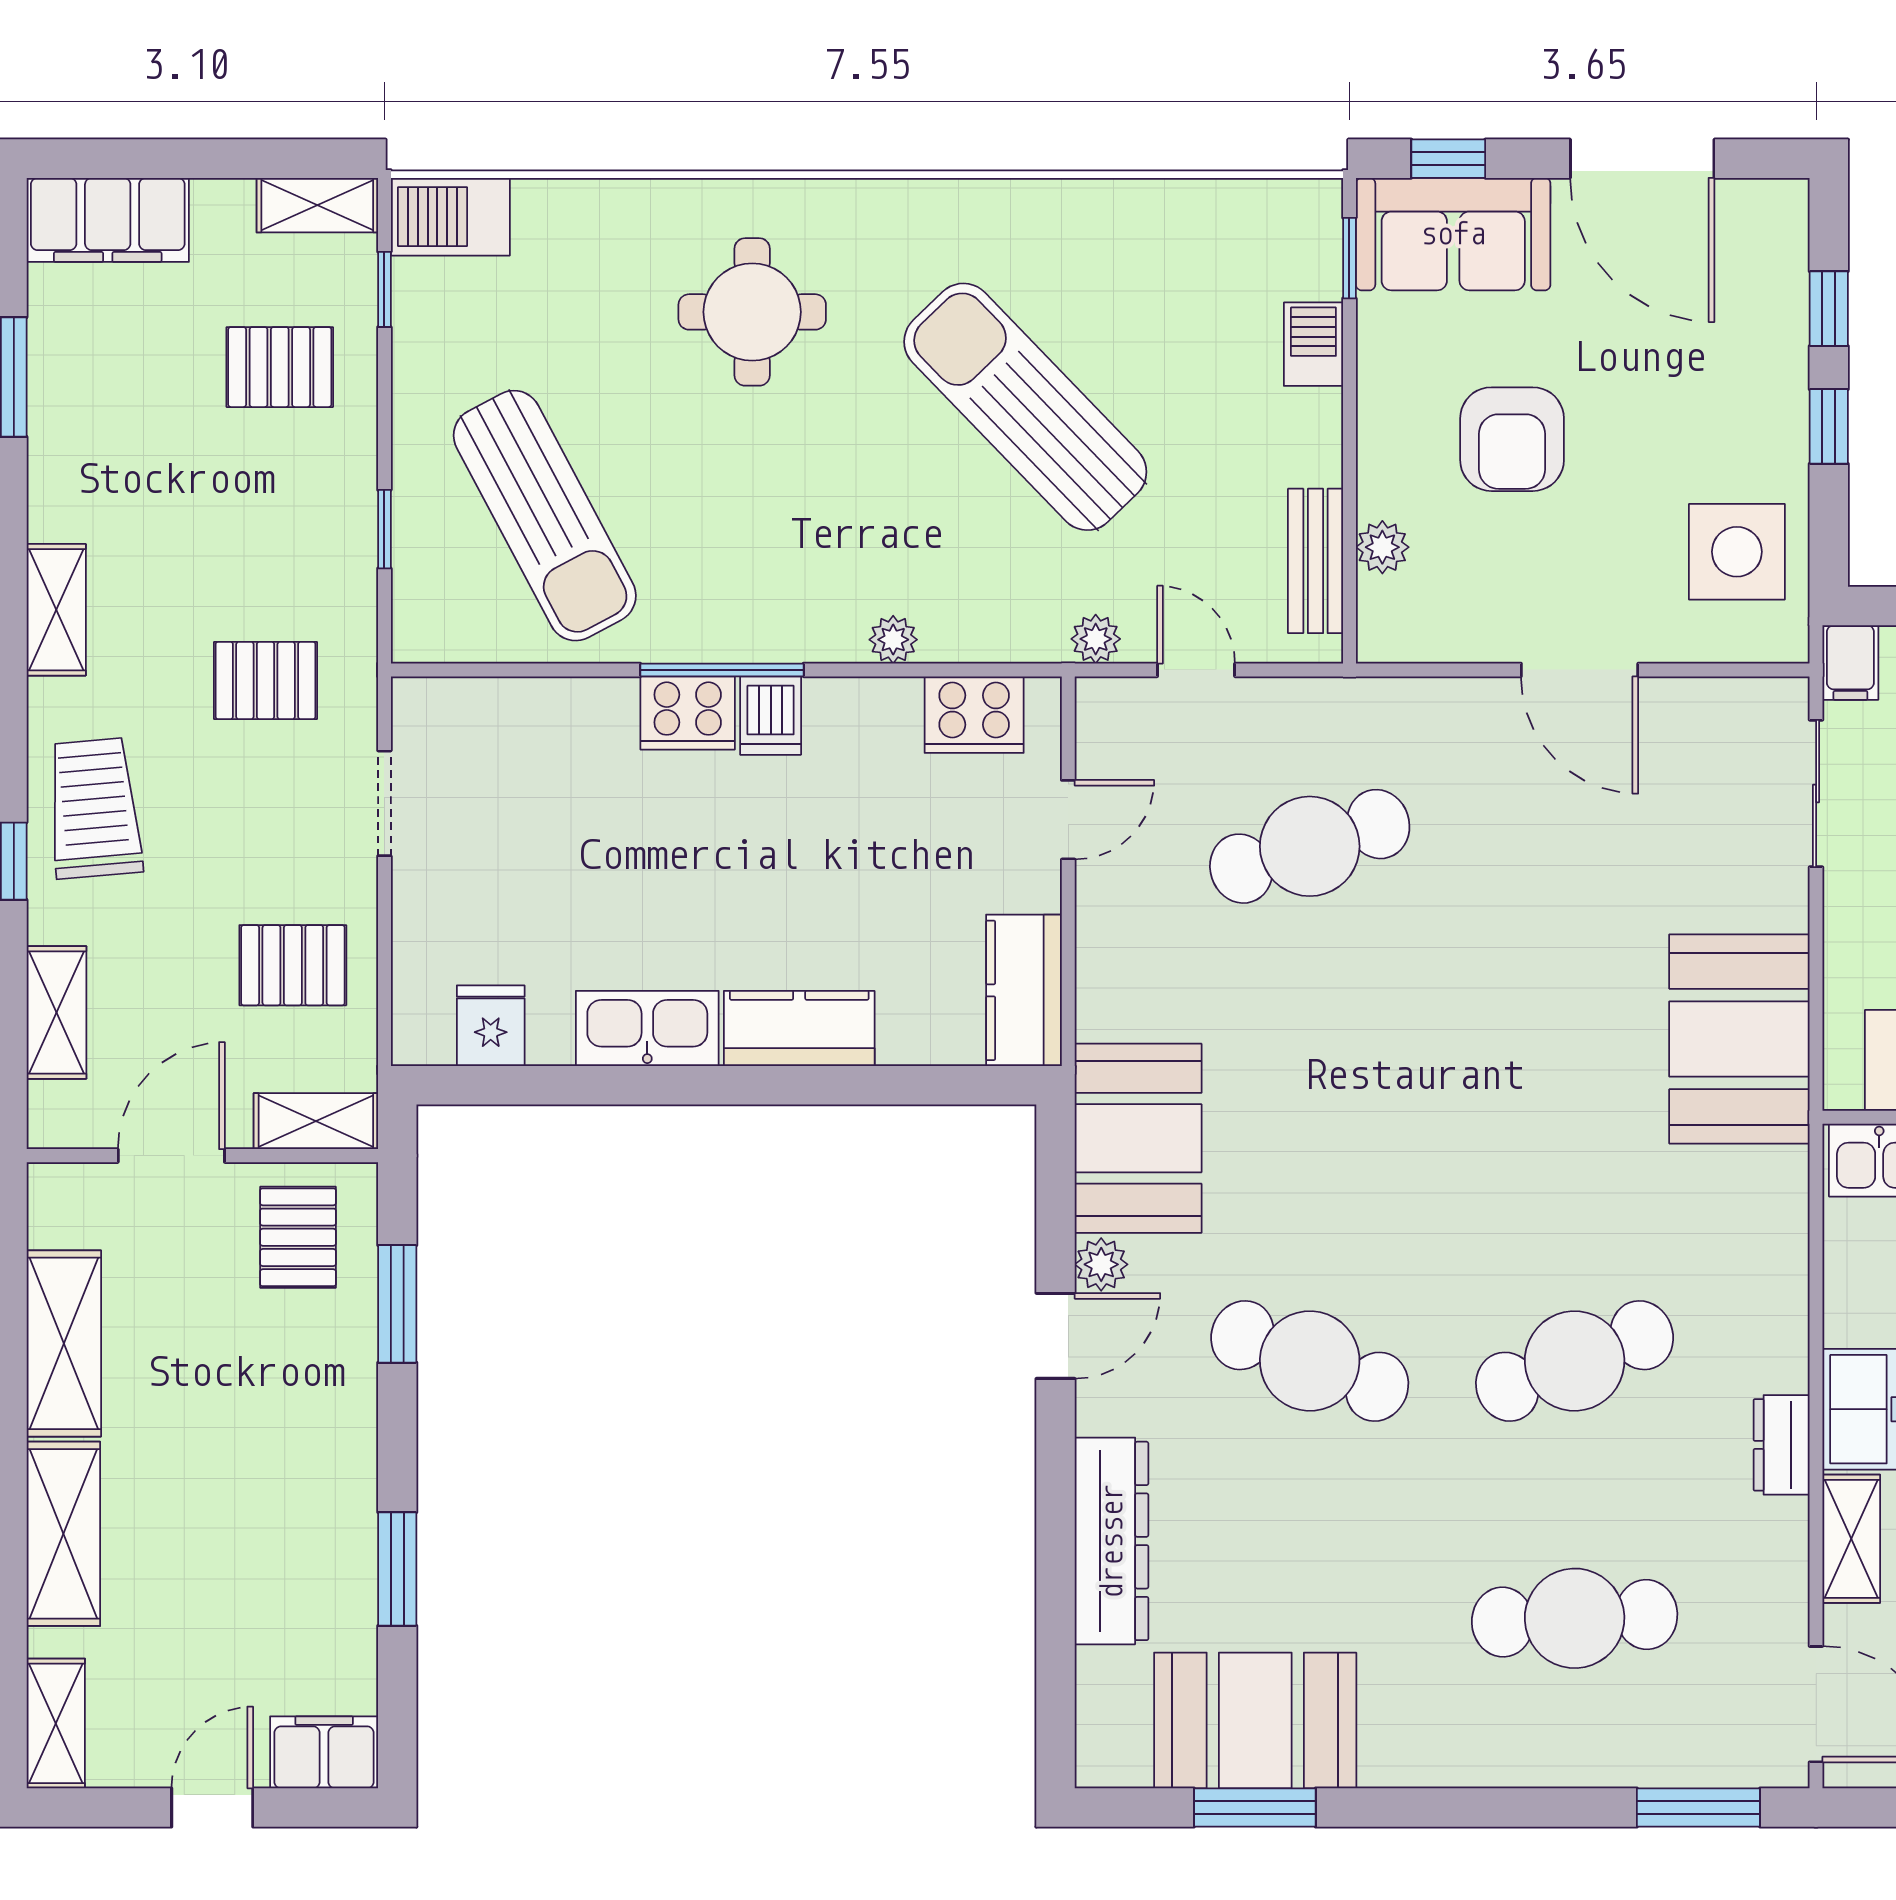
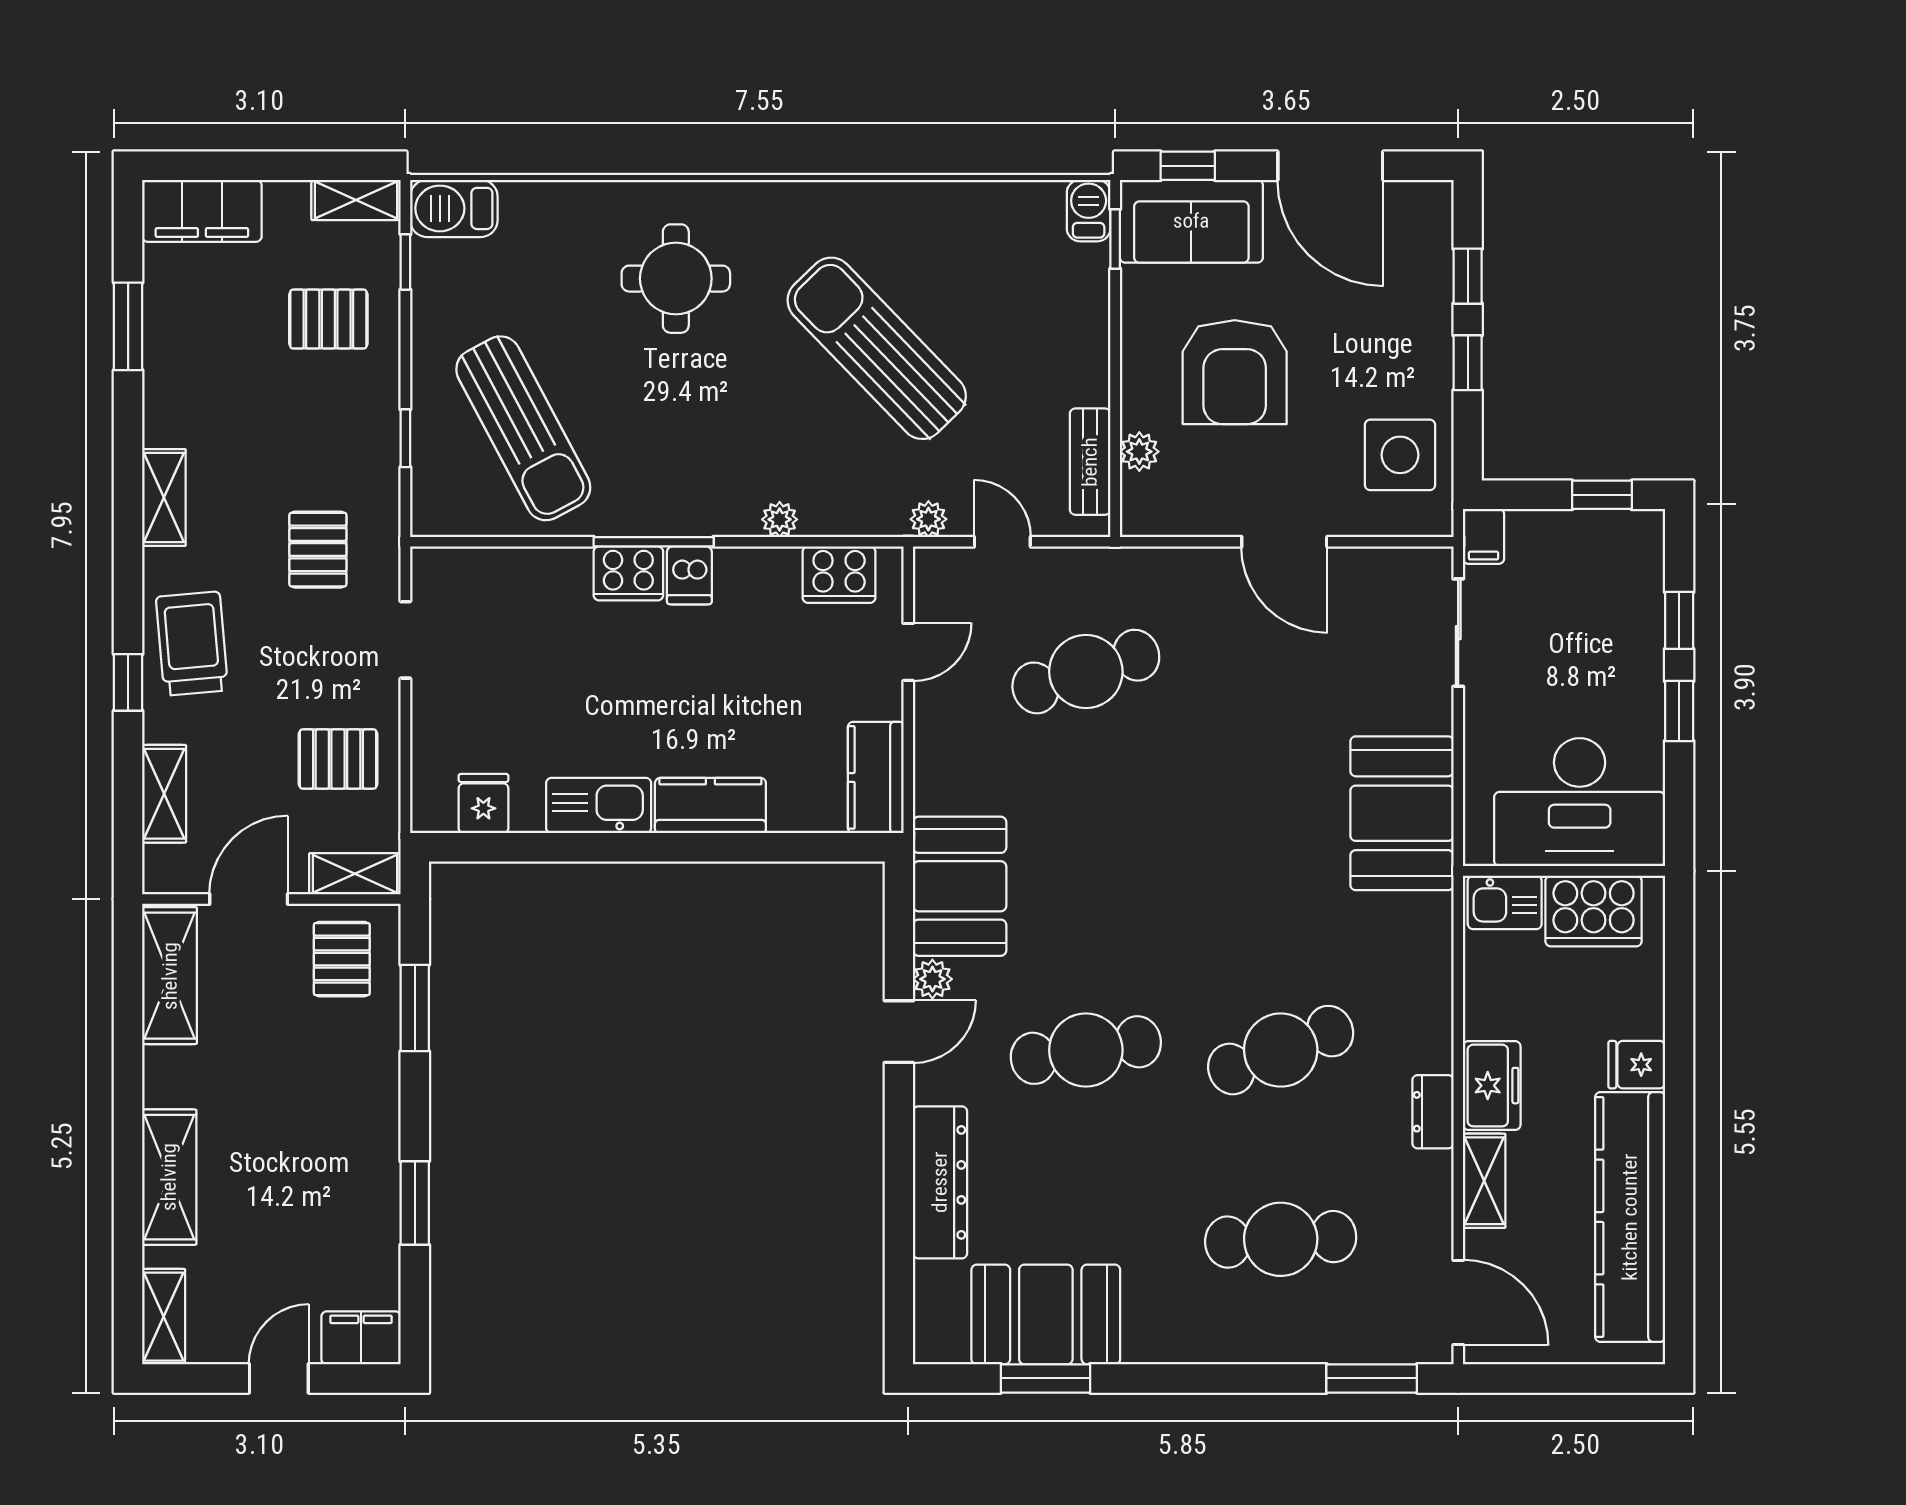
barbecue: (1313, 344) -> (1089, 211), moved
armchair: (1512, 439) -> (1235, 372), width x1.36, depth x1.36
pallet: (266, 680) -> (318, 550), turned 90
shelving: (64, 1343) -> (170, 976), moved
cafe table: (1310, 1361) -> (1086, 1050), turned -30

